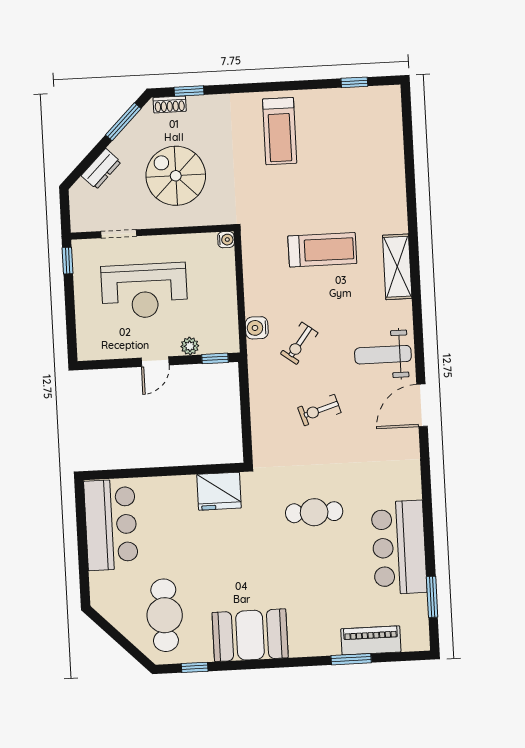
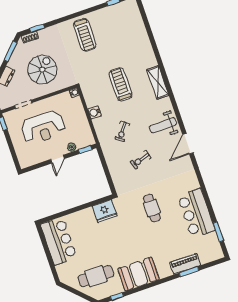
spiral stairs: (176, 176) -> (42, 70), turned 90
treadmill: (322, 250) -> (121, 84), turned -90
water cooler: (257, 328) -> (95, 112), moved
cafe table: (314, 512) -> (152, 208), turned 90
cafe table: (165, 615) -> (96, 276), turned 90
piano: (371, 640) -> (185, 264), moved

